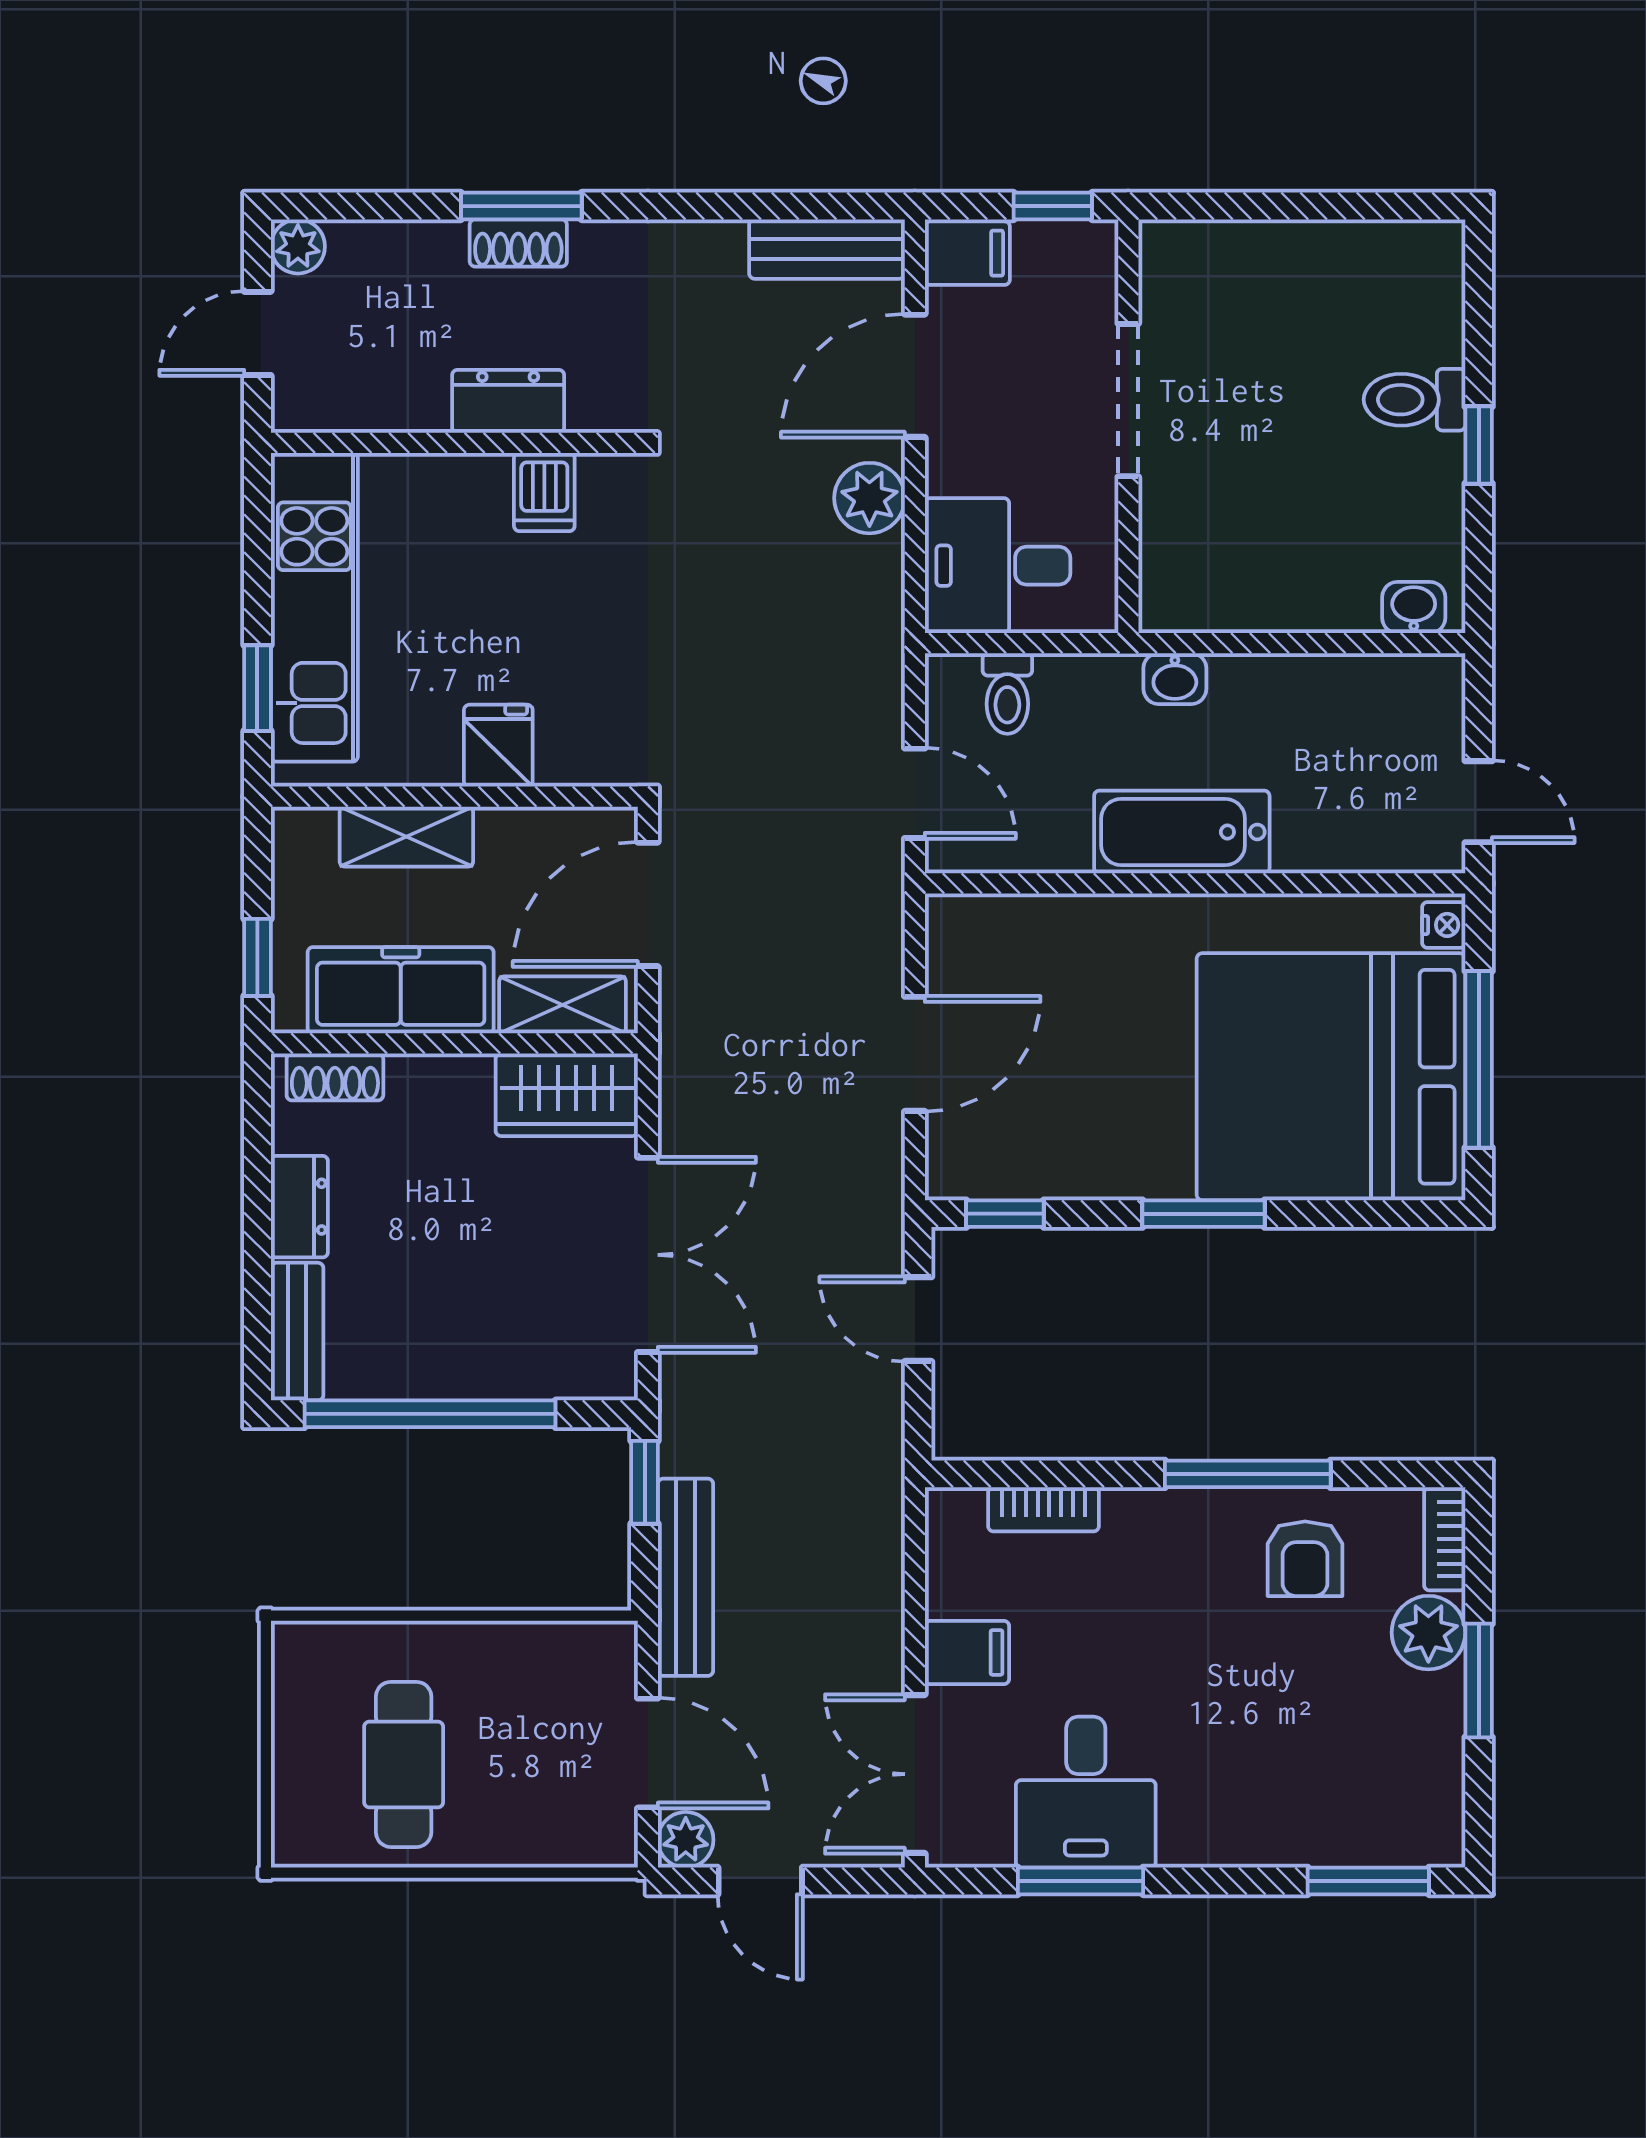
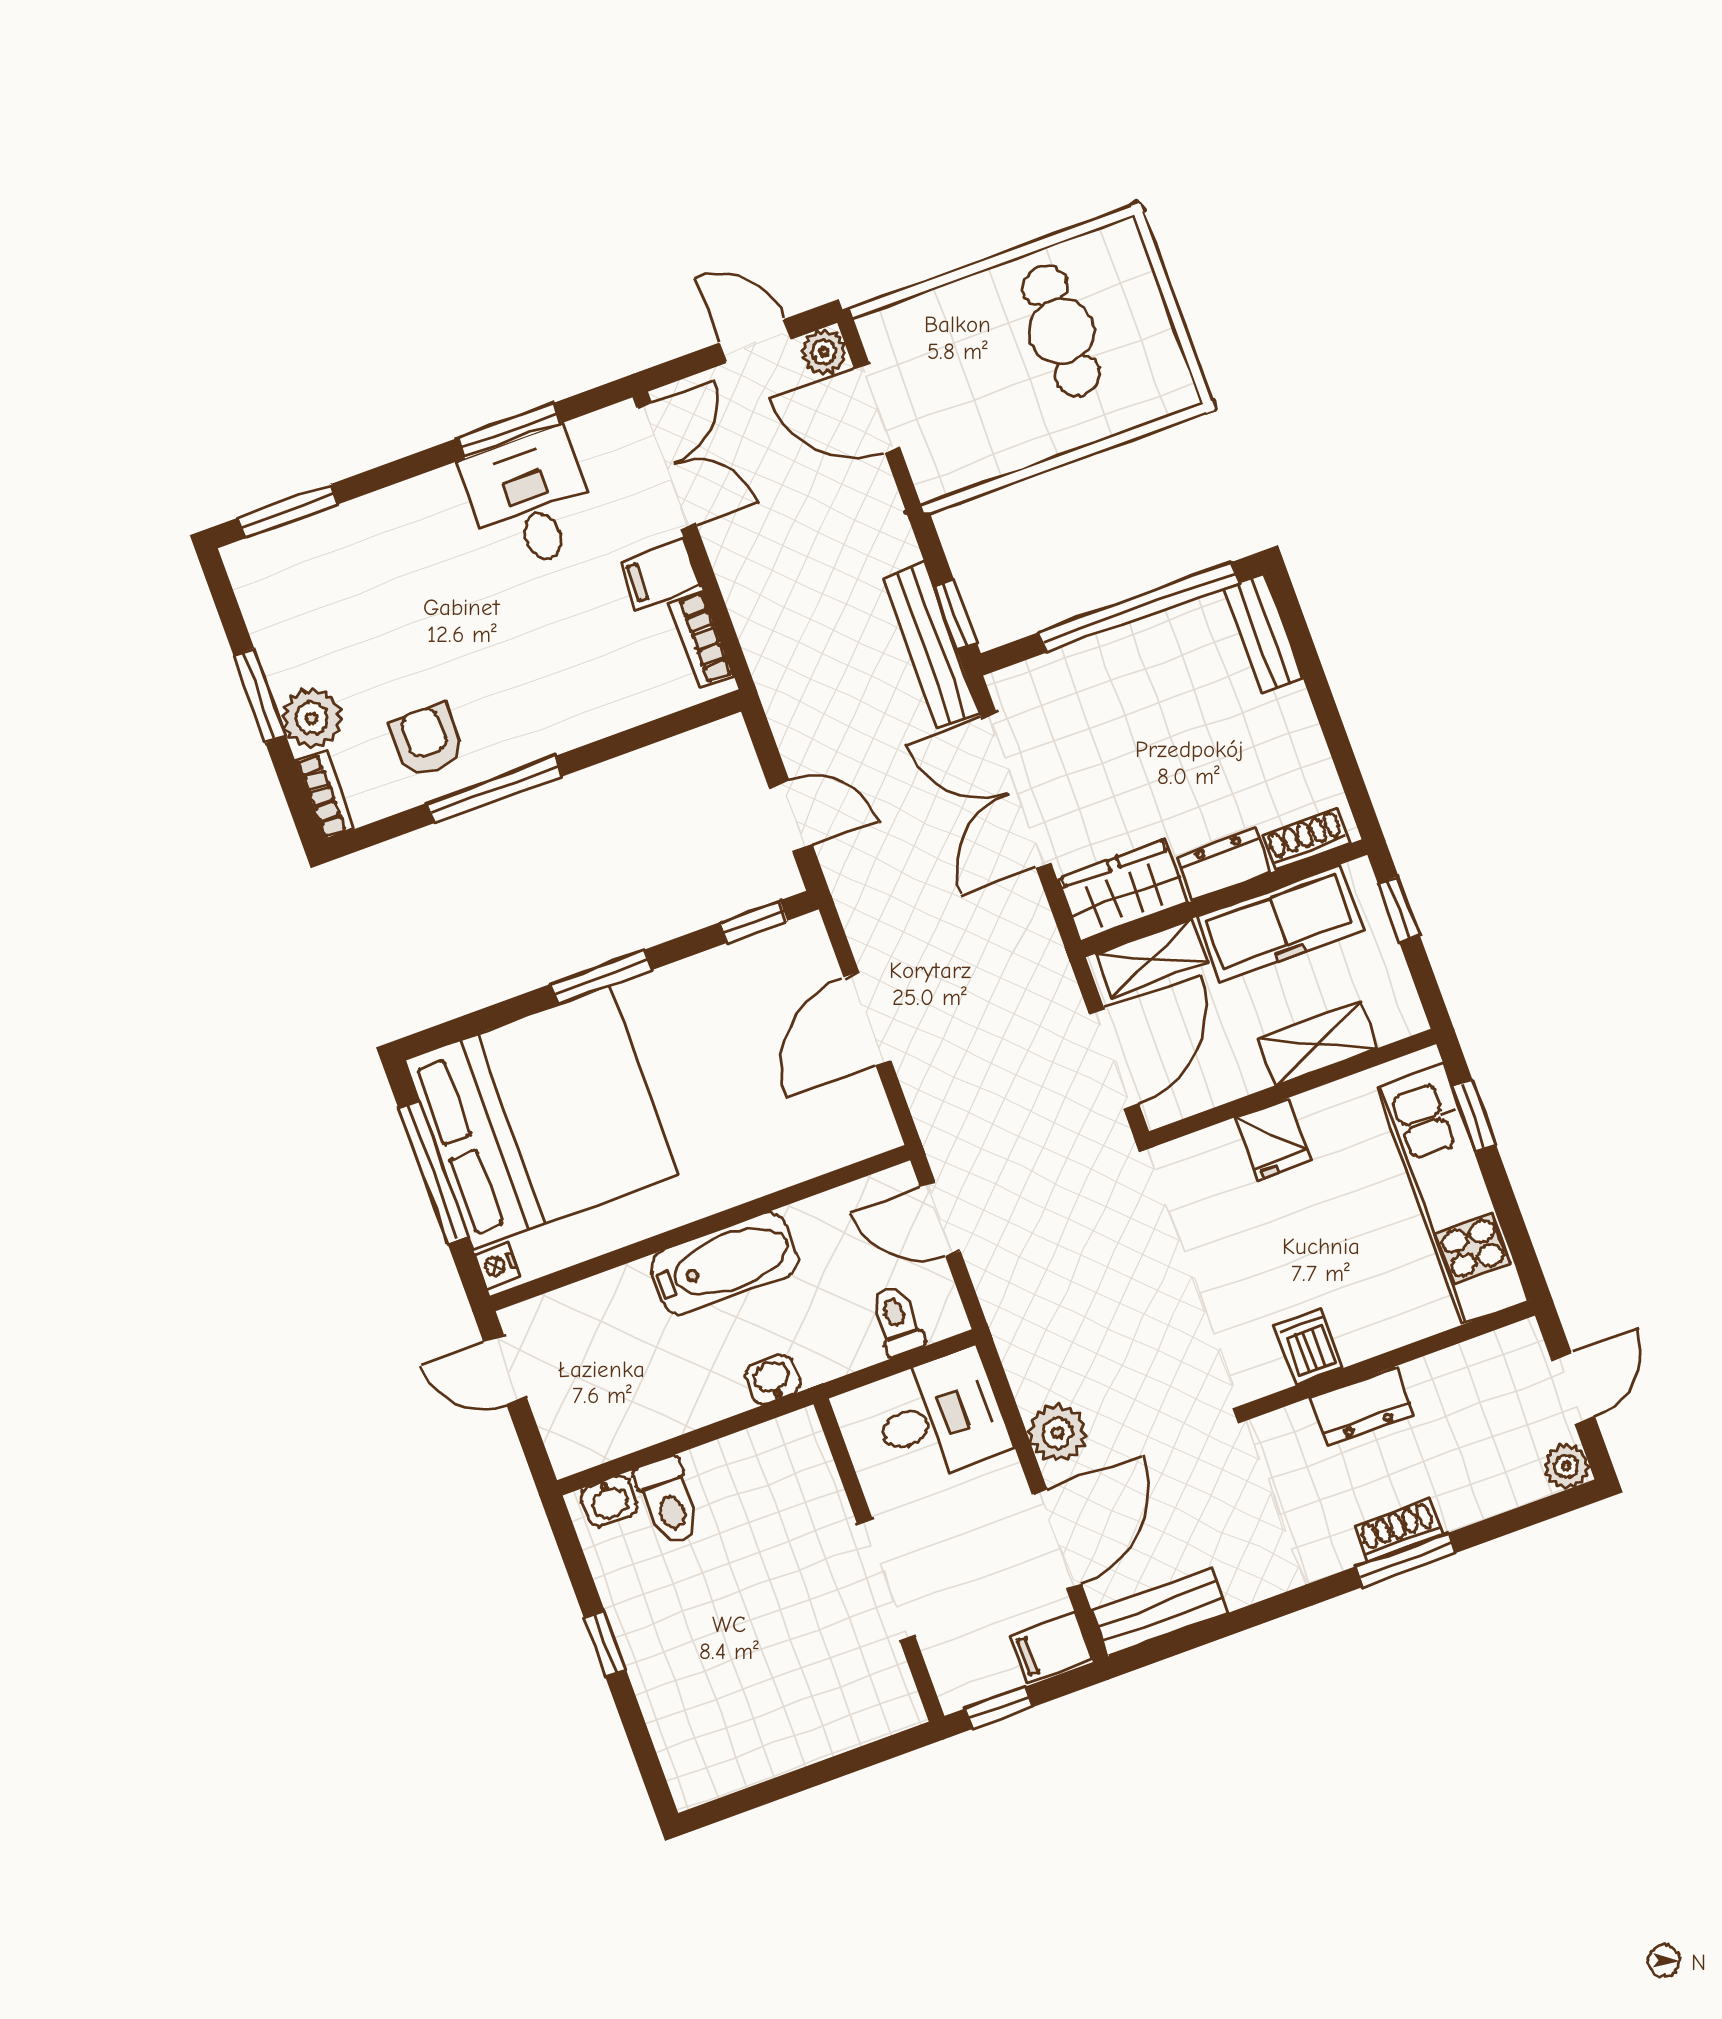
toilet: (1414, 400) -> (668, 1501), moved, turned 90
dresser: (299, 1207) -> (1224, 865), moved, turned 90
bookcase: (1043, 1509) -> (701, 639), moved, turned -90
bench: (685, 1577) -> (931, 646), moved

